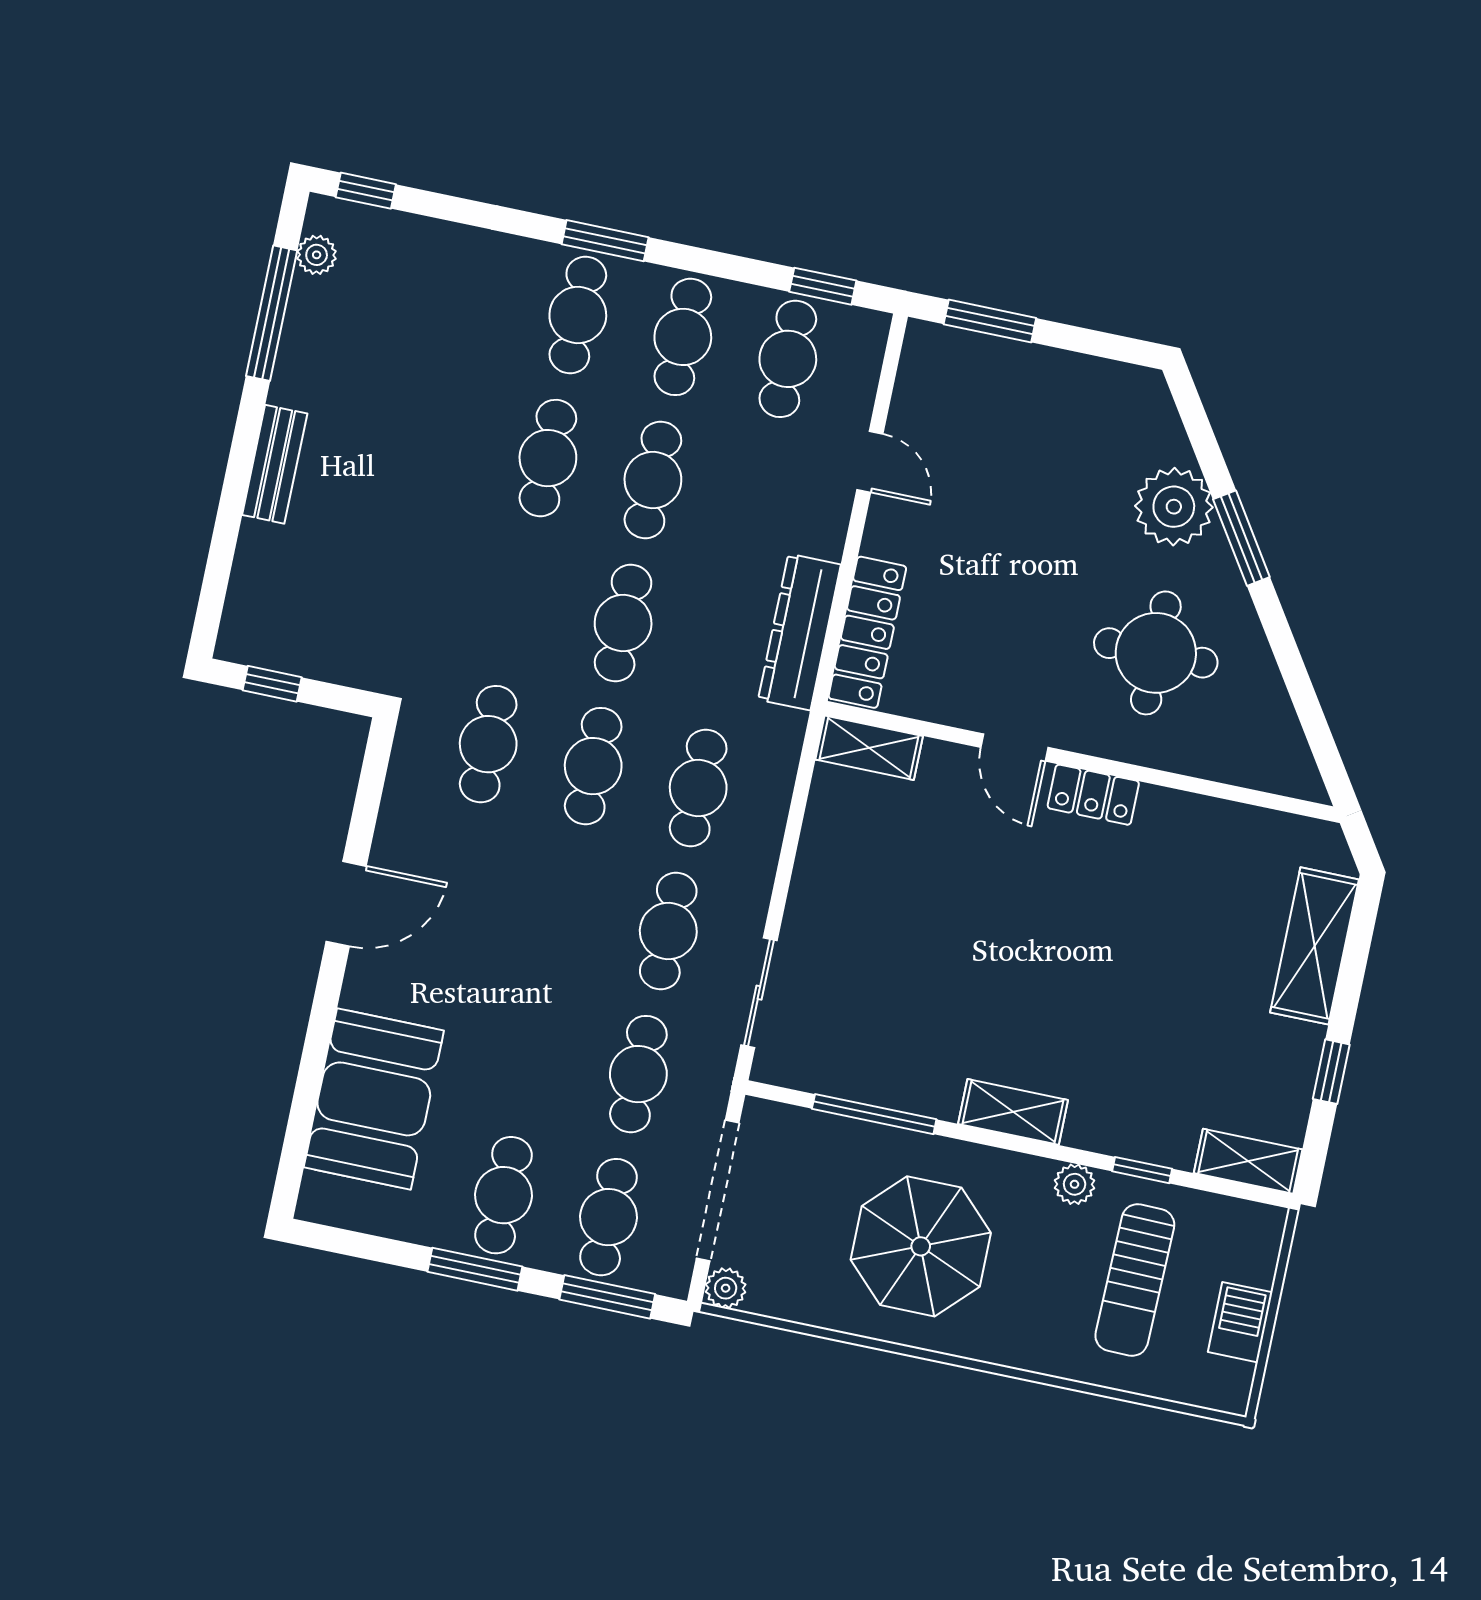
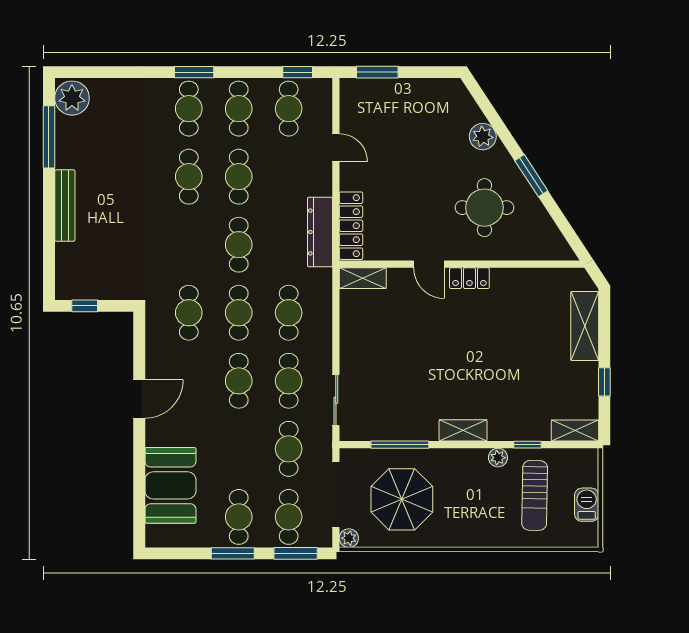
window: (366, 191) -> (80, 72), removed
plant: (317, 255) -> (72, 98), width x1.88, depth x1.88
bench: (275, 464) -> (65, 205), width x1.36
plant: (1174, 507) -> (483, 137), width x0.73, depth x0.73
window: (1241, 538) -> (531, 176), moved
cafe table: (563, 909) -> (239, 381), added
parasol: (921, 1246) -> (402, 499), moved

